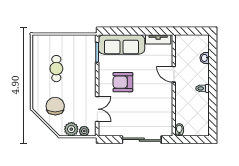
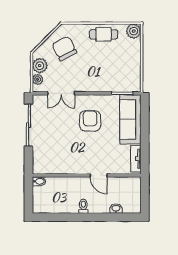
plant: (39, 41) -> (134, 31), added
cafe table: (56, 69) -> (104, 34), moved
door: (174, 74) -> (98, 175), swing flipped
chair: (55, 106) -> (64, 48), turned -118
sliding door: (142, 140) -> (28, 125), moved

